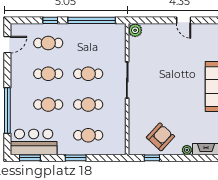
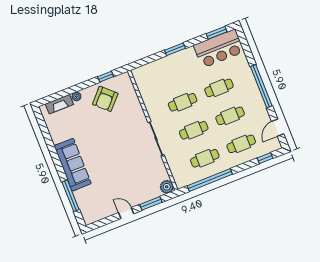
window: (50, 20) -> (265, 158), moved
window: (156, 20) -> (151, 203), added
window: (7, 111) -> (261, 86), moved
cafe table: (88, 135) -> (205, 158), moved

